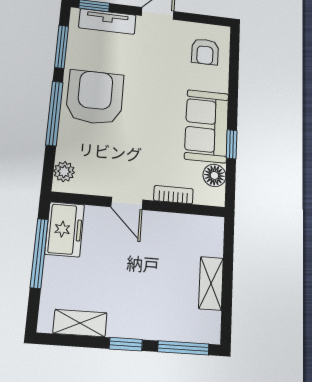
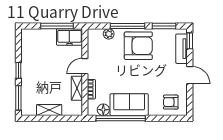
window: (232, 144) -> (121, 118), width x3.17
plant: (64, 172) -> (109, 34), moved
shelving: (80, 323) -> (77, 88), moved

